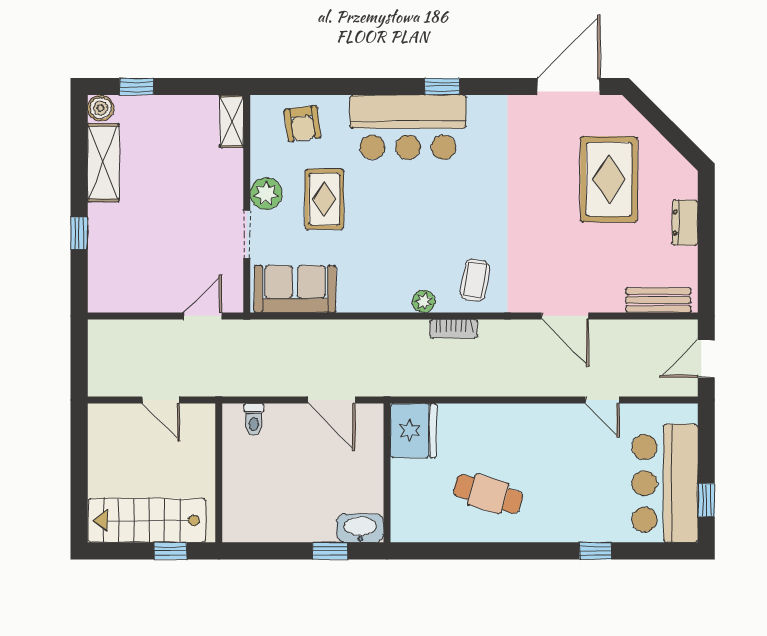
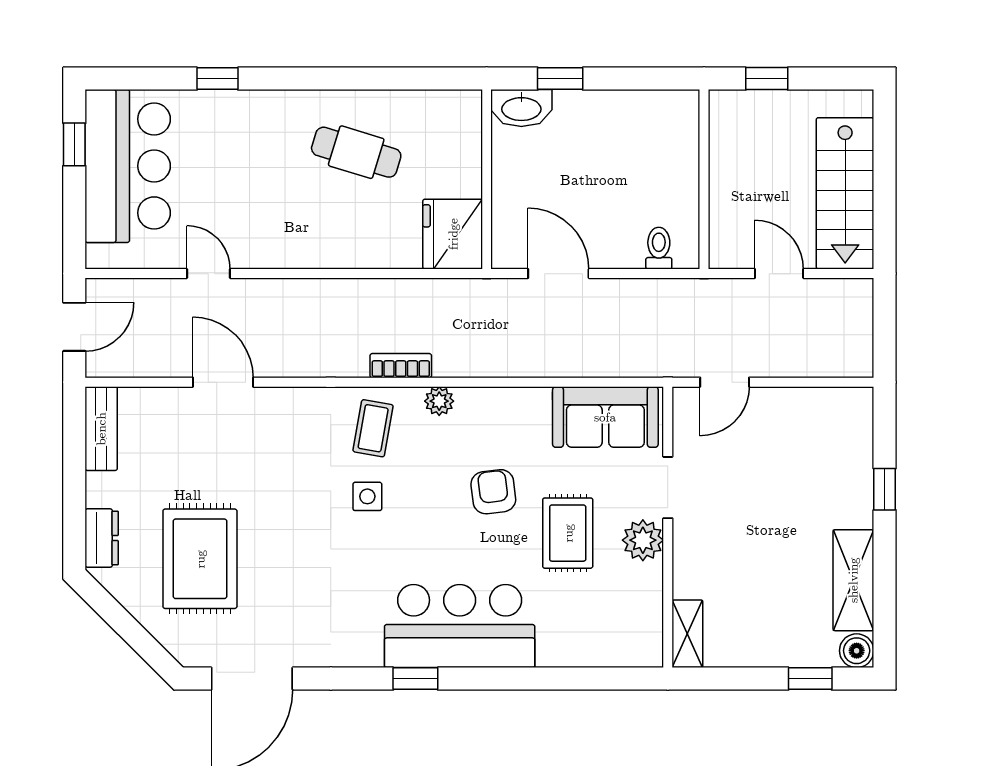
armchair: (303, 124) -> (493, 492), moved
dresser: (685, 223) -> (102, 538), moved
side table: (479, 228) -> (367, 496), added
bench: (658, 300) -> (101, 429), moved, turned 90
door: (565, 316) -> (223, 382), moved
stairs: (147, 520) -> (845, 193), moved, turned 90

